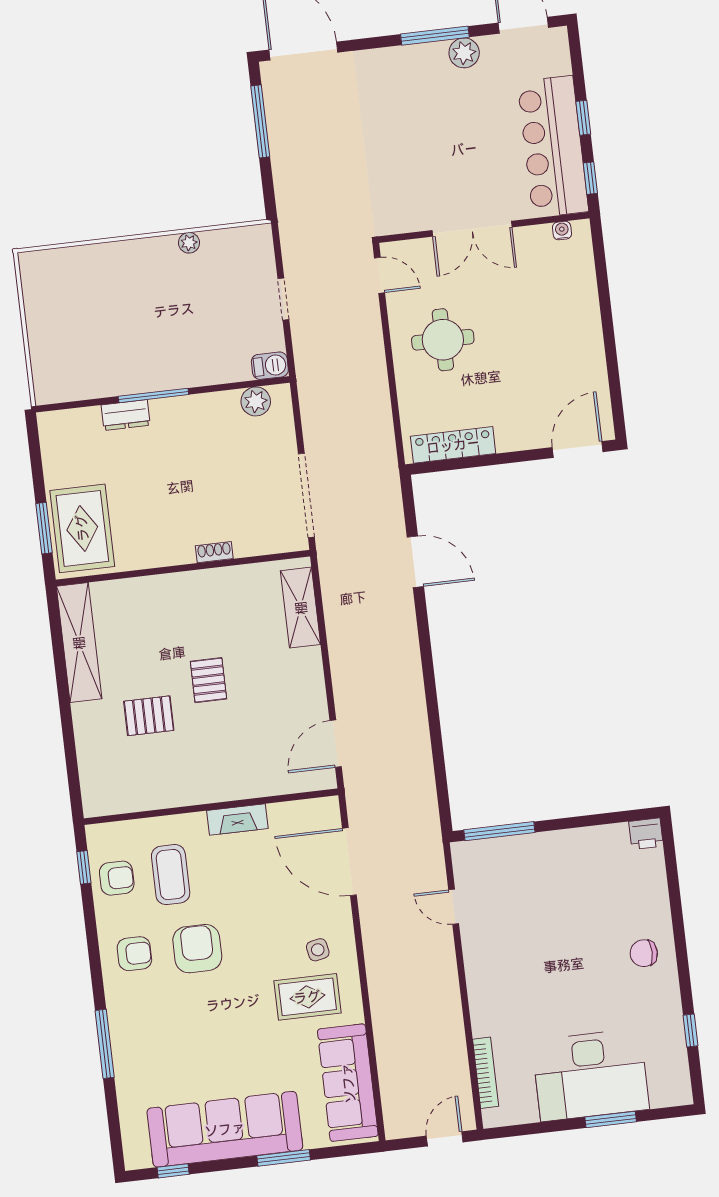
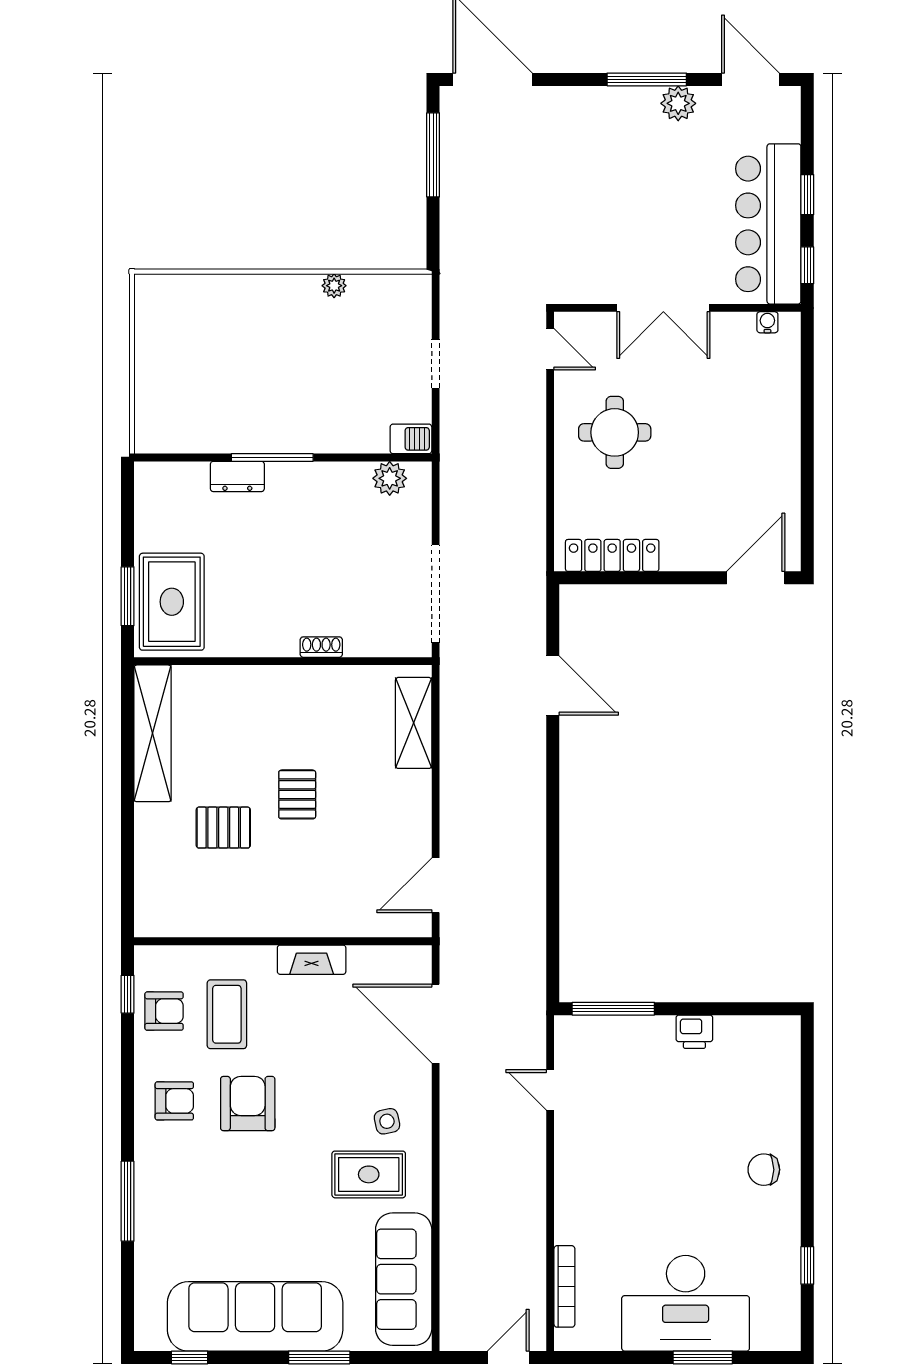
printer: (646, 834) -> (694, 1032), moved

